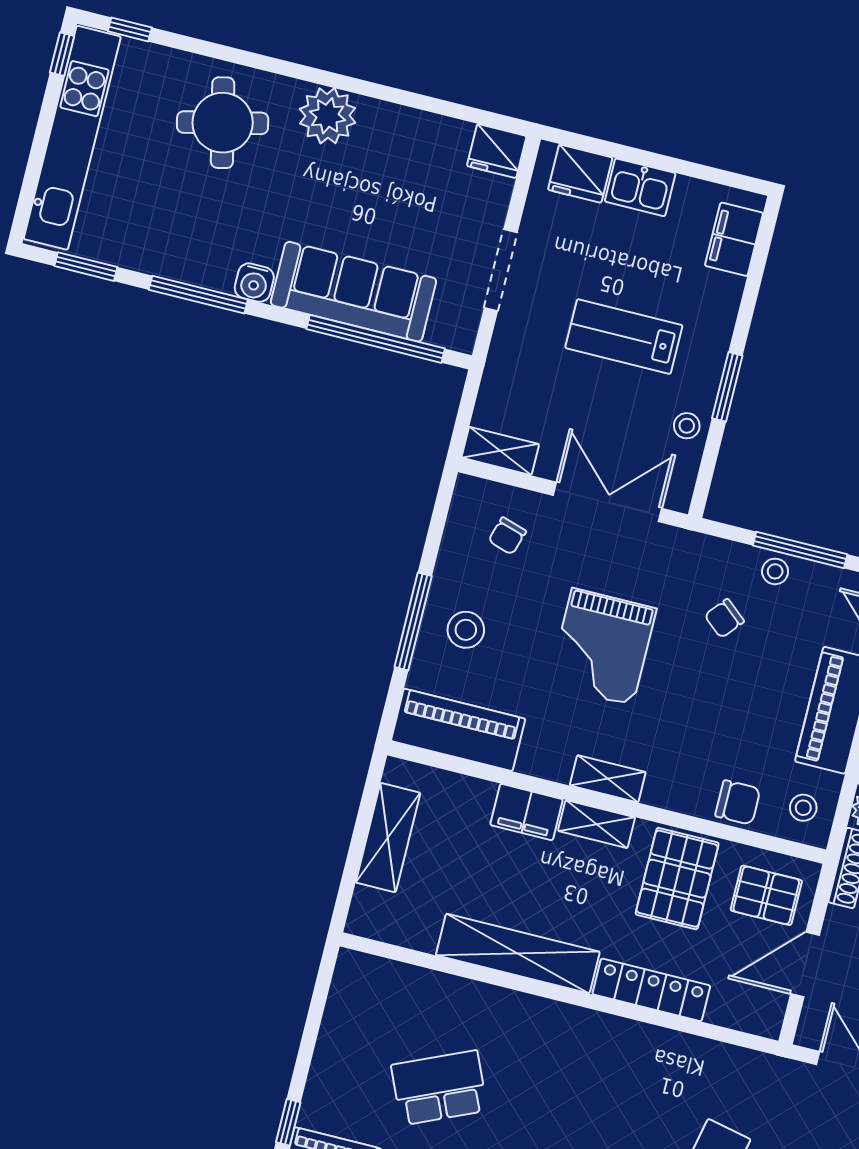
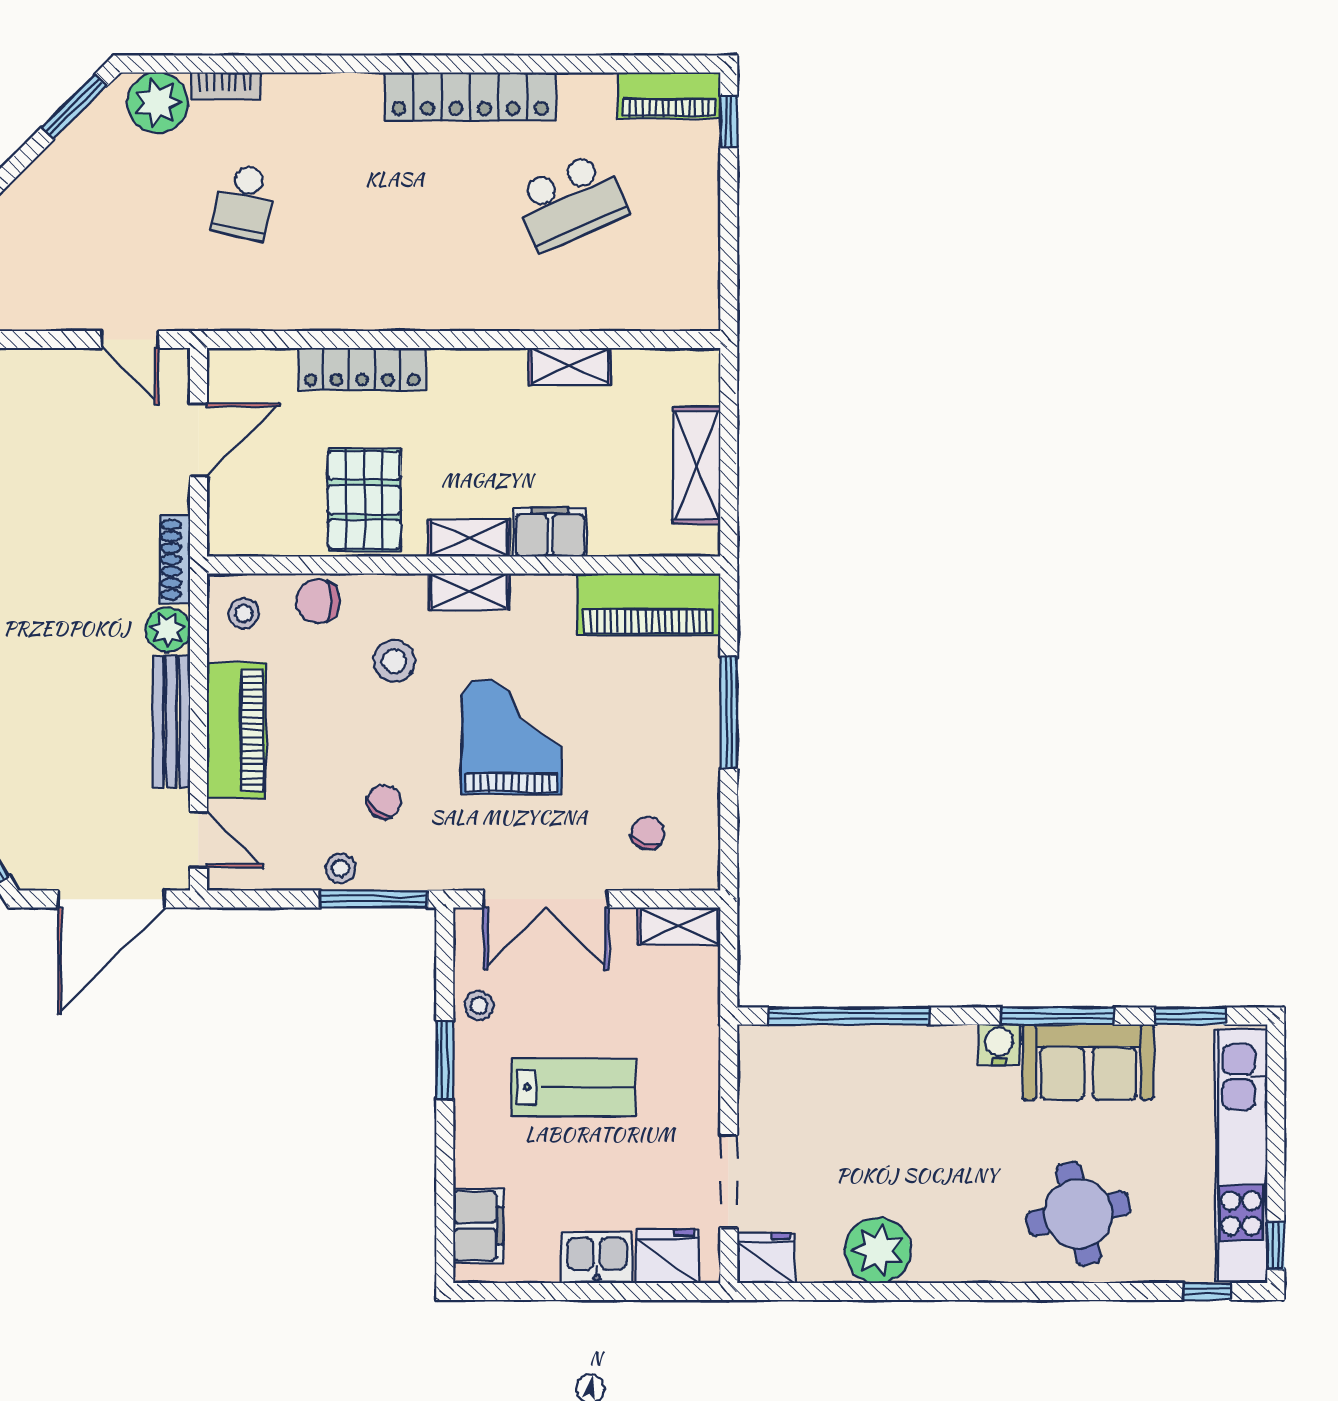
plant: (328, 116) -> (878, 1250), moved
doorway: (501, 270) -> (729, 1181), moved
sofa: (354, 292) -> (1088, 1062), moved, width x0.73
window: (800, 550) -> (374, 899), moved
stool: (466, 630) -> (394, 661), moved
pallet: (766, 895) -> (261, 506), removed
shelving: (518, 954) -> (570, 366), width x0.45, depth x0.75

